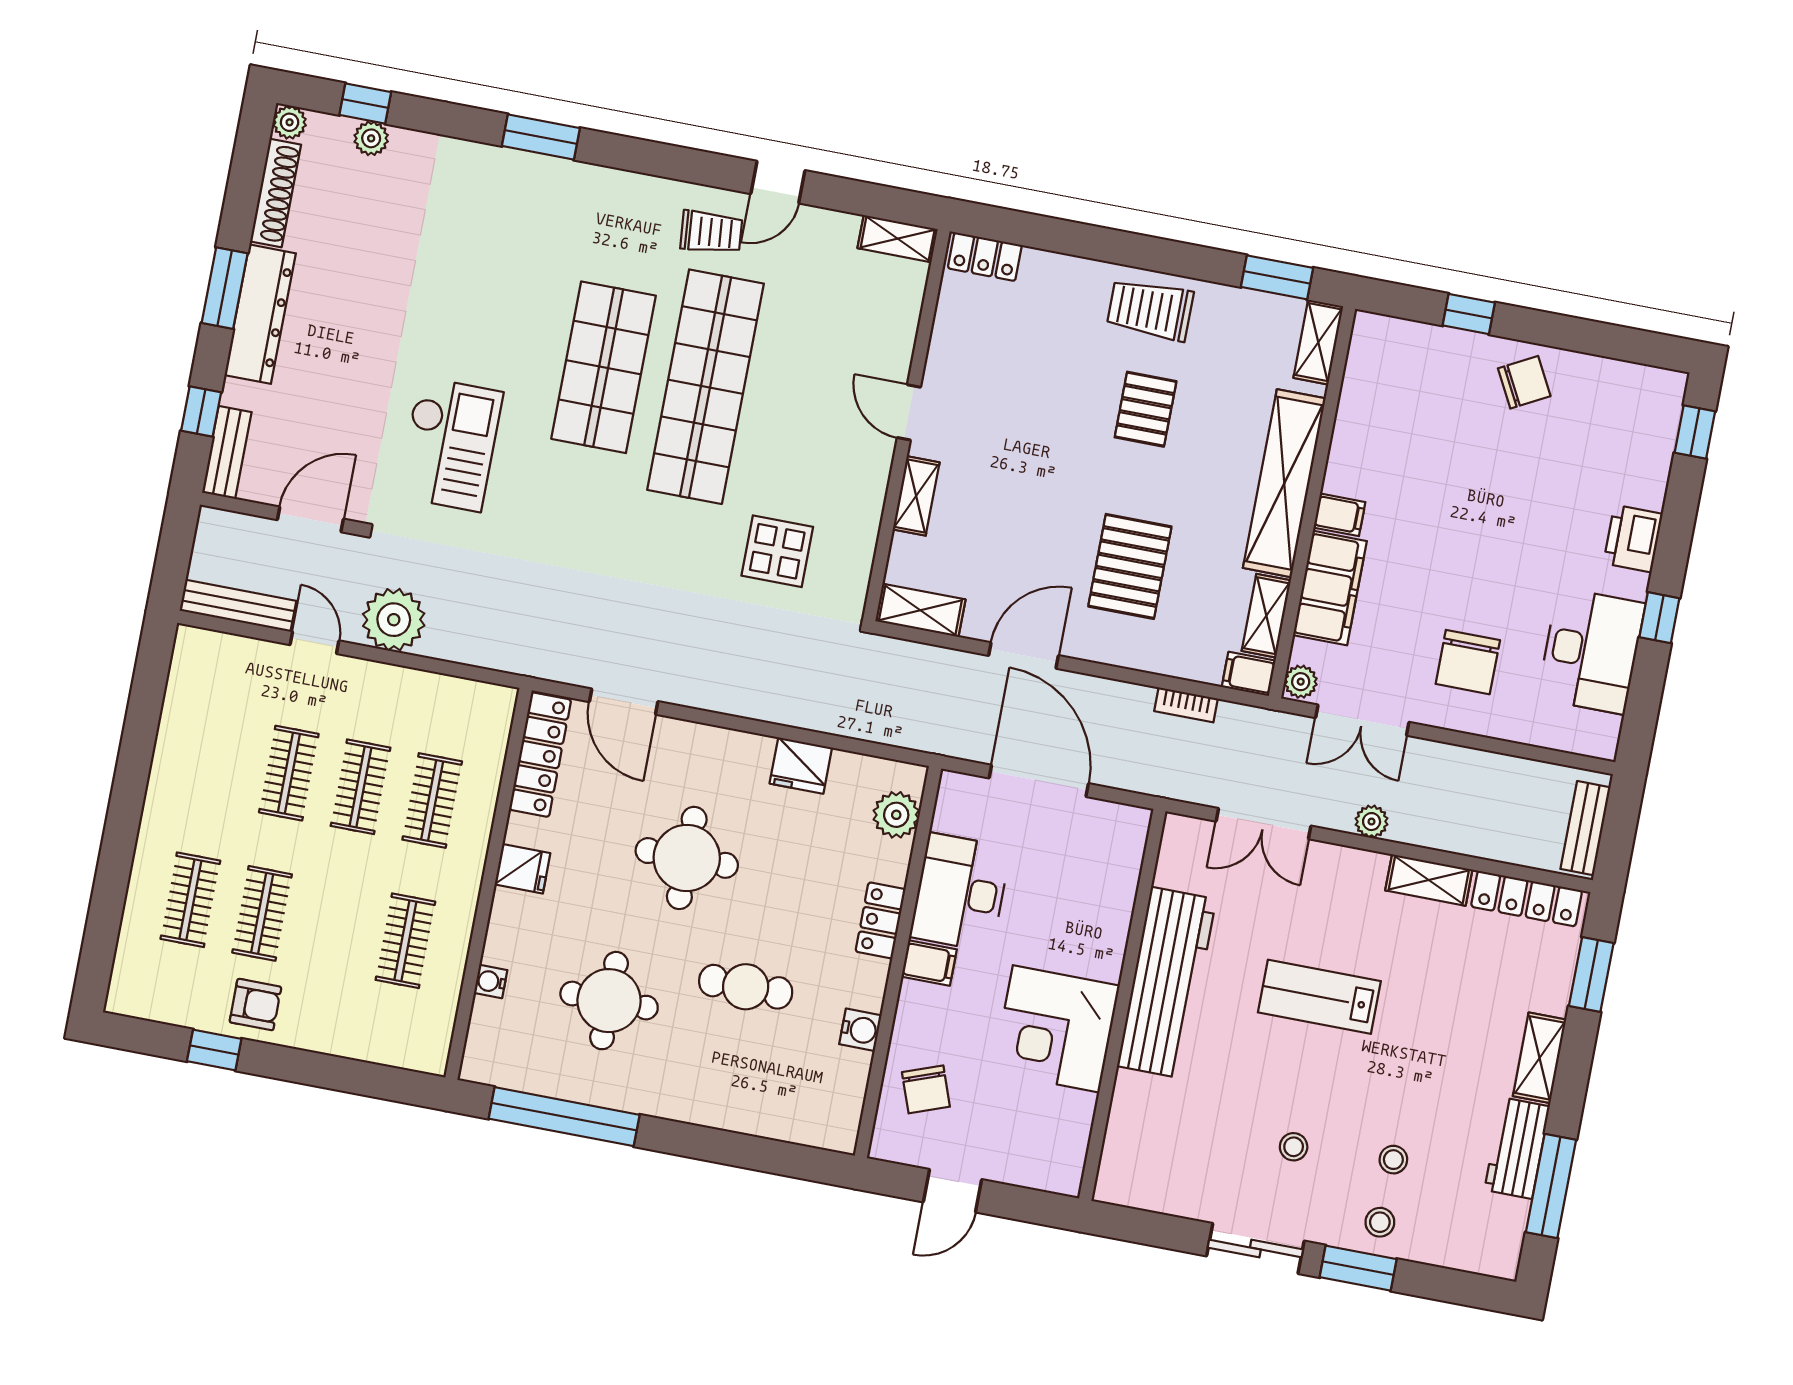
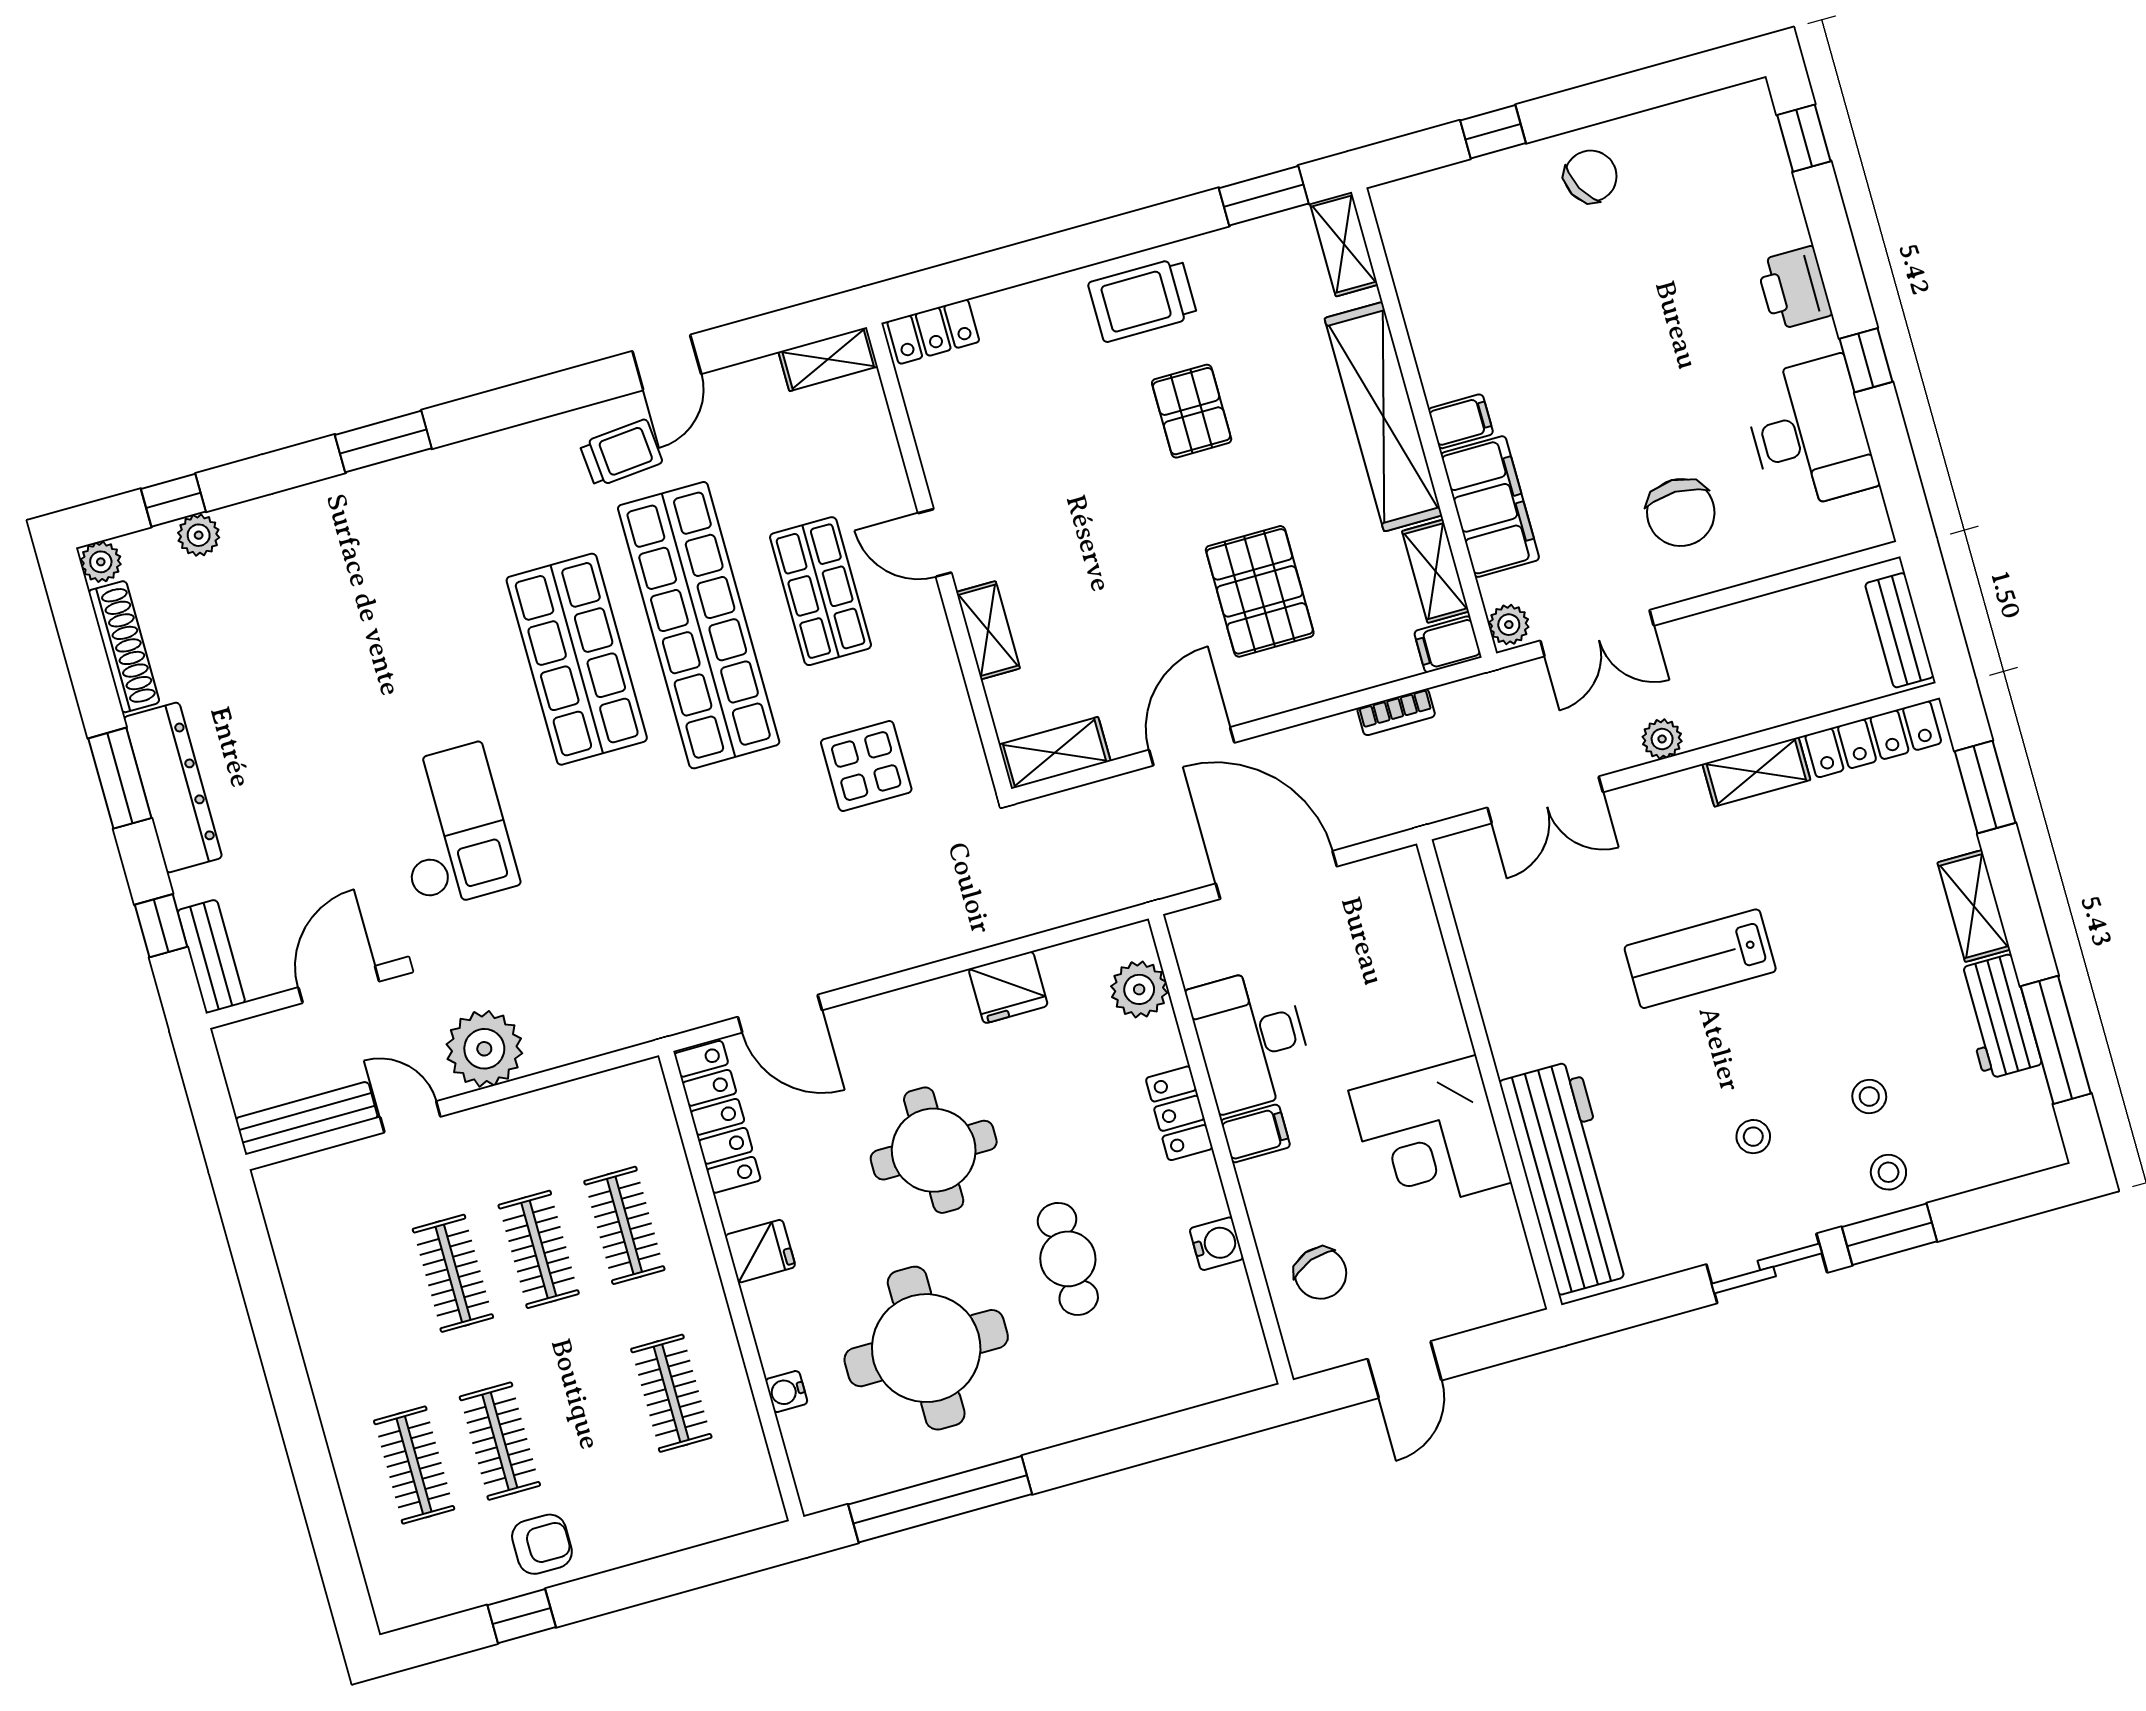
shop shelf: (807, 406) -> (820, 591), added
workbench: (1167, 983) -> (1568, 1177), moved
cafe table: (746, 987) -> (1068, 1259), turned 90
round table: (609, 1001) -> (926, 1348), width x1.36, depth x1.36

